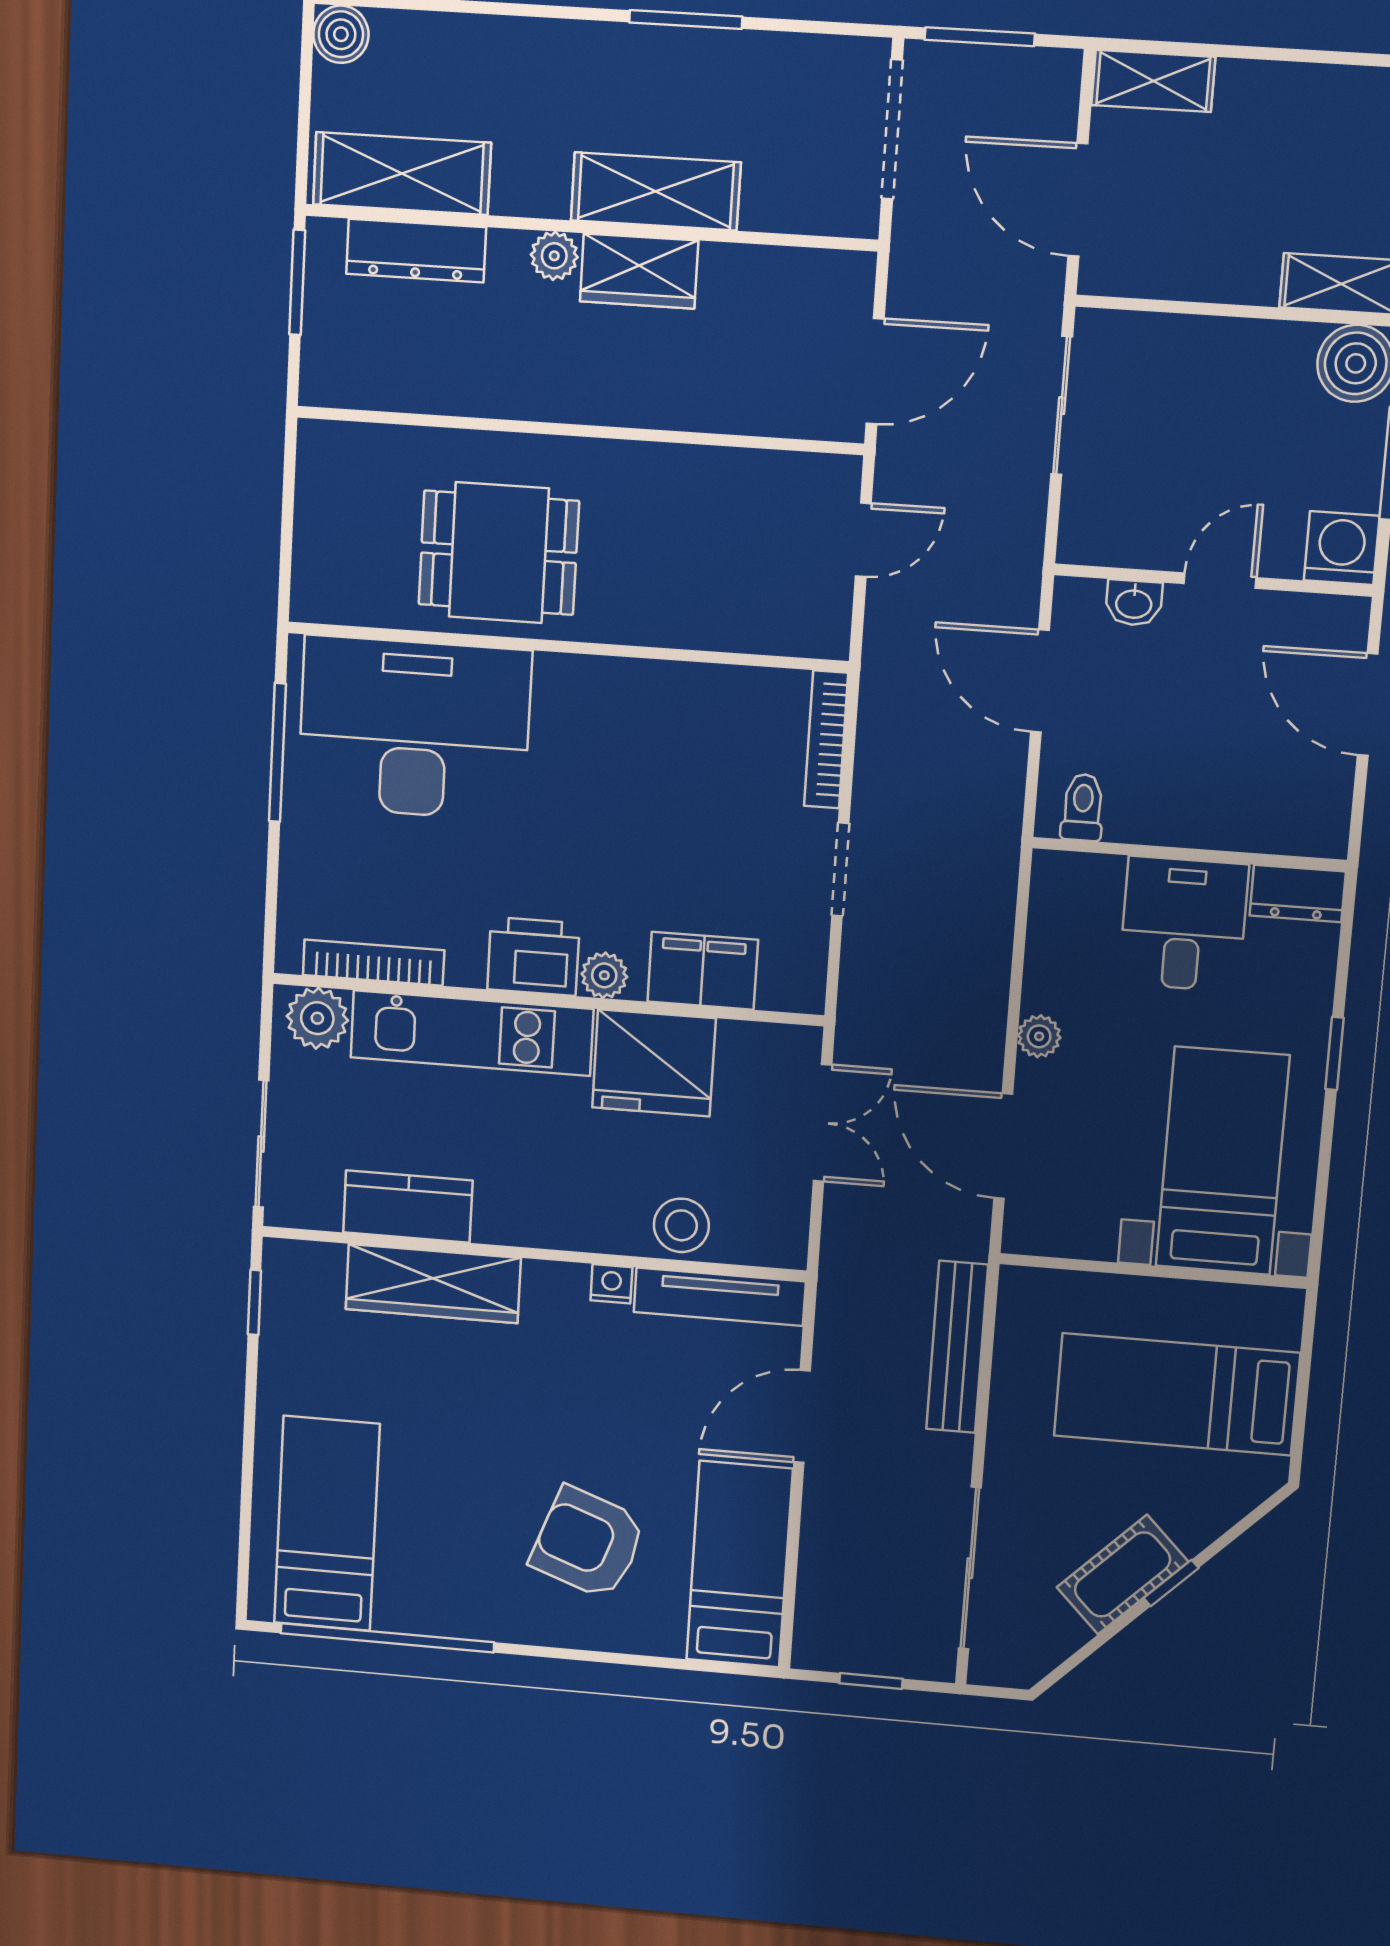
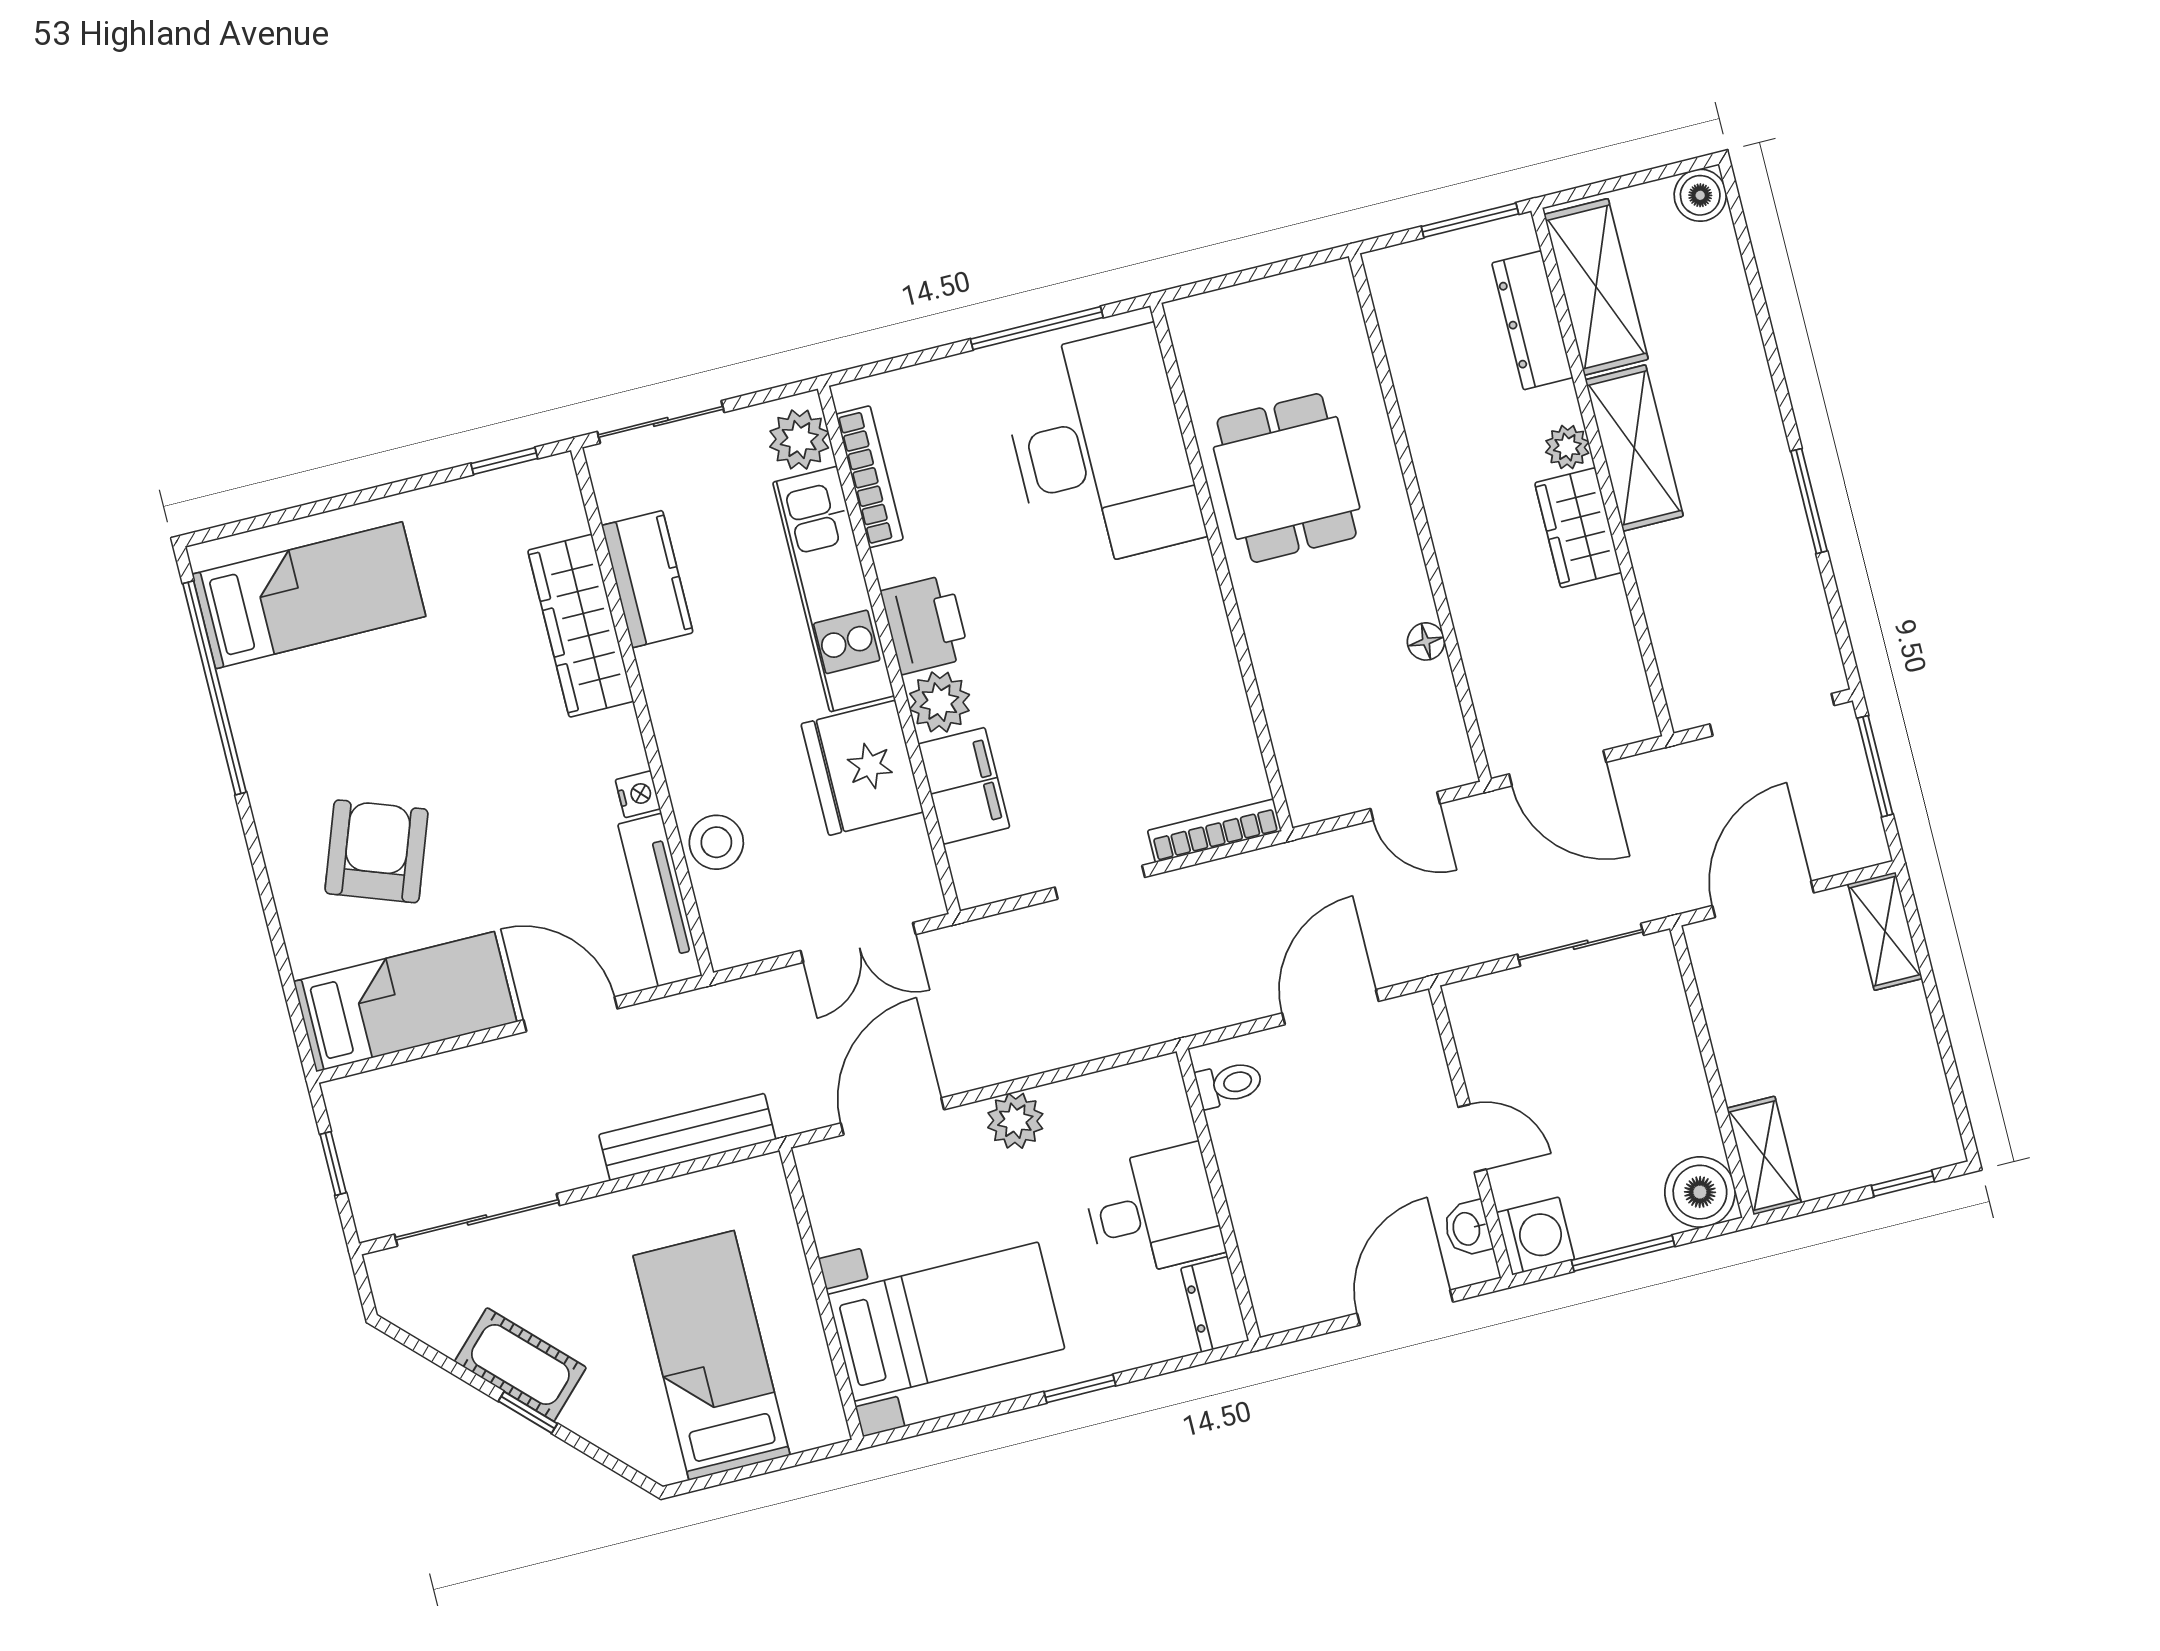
shelving: (656, 191) -> (1634, 448), moved
floor lamp: (705, 465) -> (1426, 641), added
washbasin: (1134, 603) -> (1468, 1229), moved
plant: (604, 975) -> (939, 702), width x1.38, depth x1.38
plant: (1039, 1036) -> (1015, 1121), width x1.38, depth x1.38

